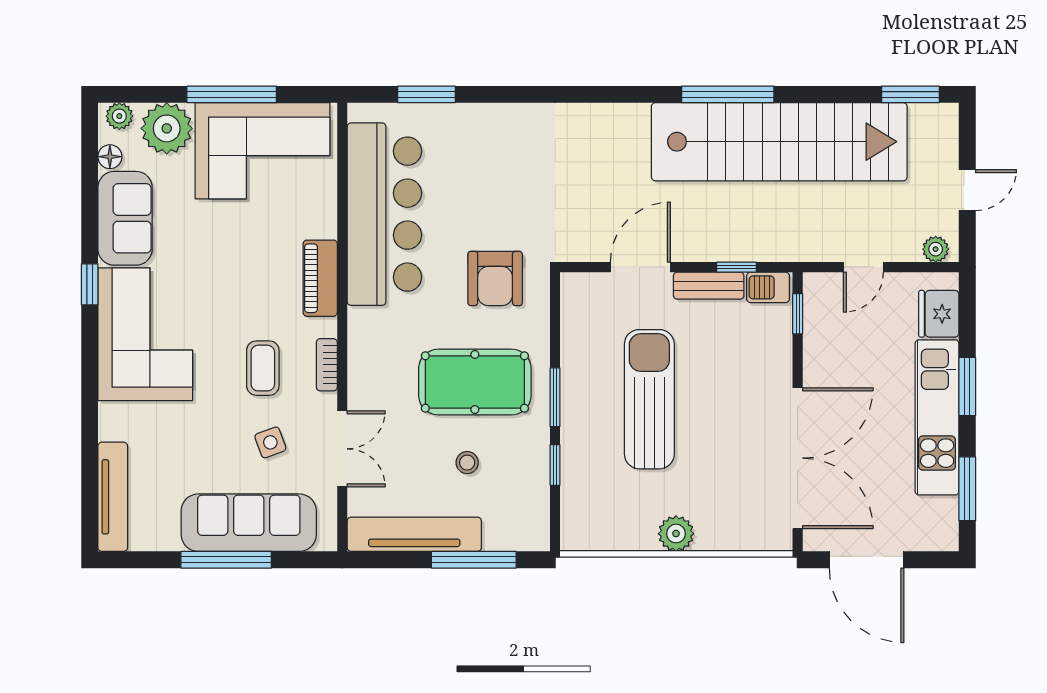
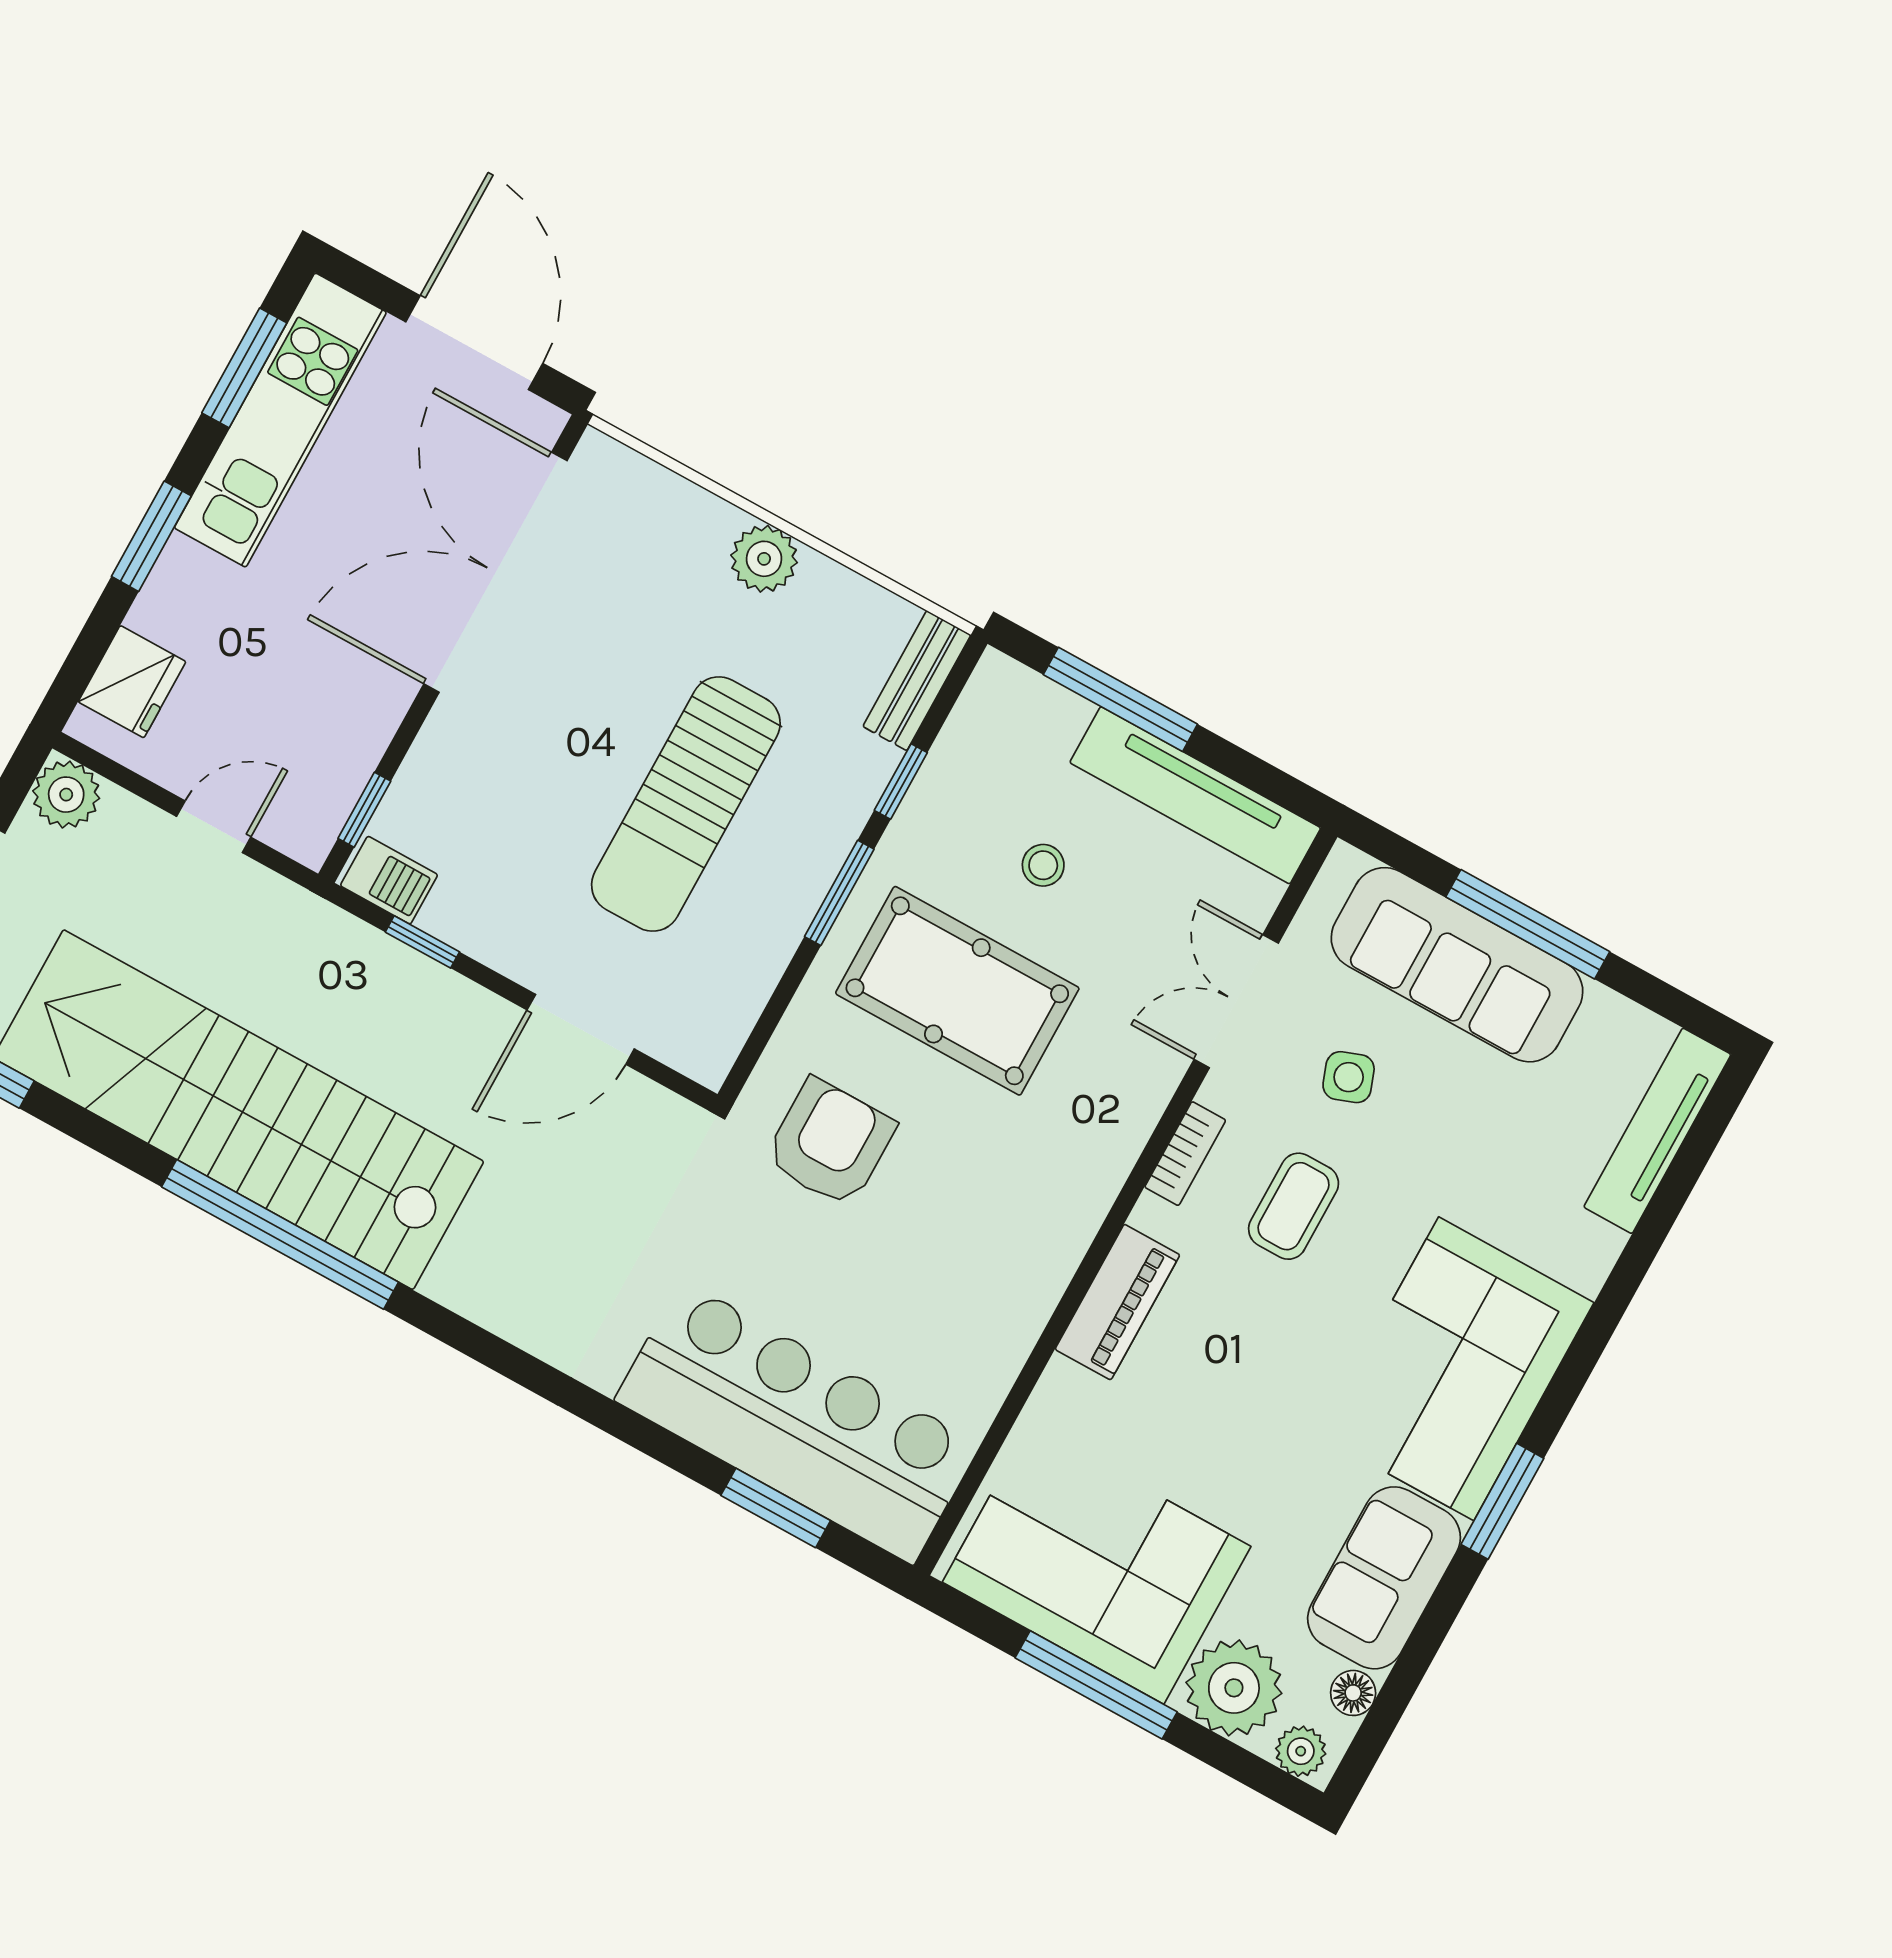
window: (728, 94) -> (280, 1234), width x1.46
bar counter: (384, 214) -> (797, 1422), moved, turned 90
plant: (936, 249) -> (66, 795), width x1.38, depth x1.38
window: (90, 284) -> (1502, 1501), width x1.50
bench: (709, 286) -> (917, 681), moved, turned 90
kitchen unit: (937, 417) -> (280, 420), moved

